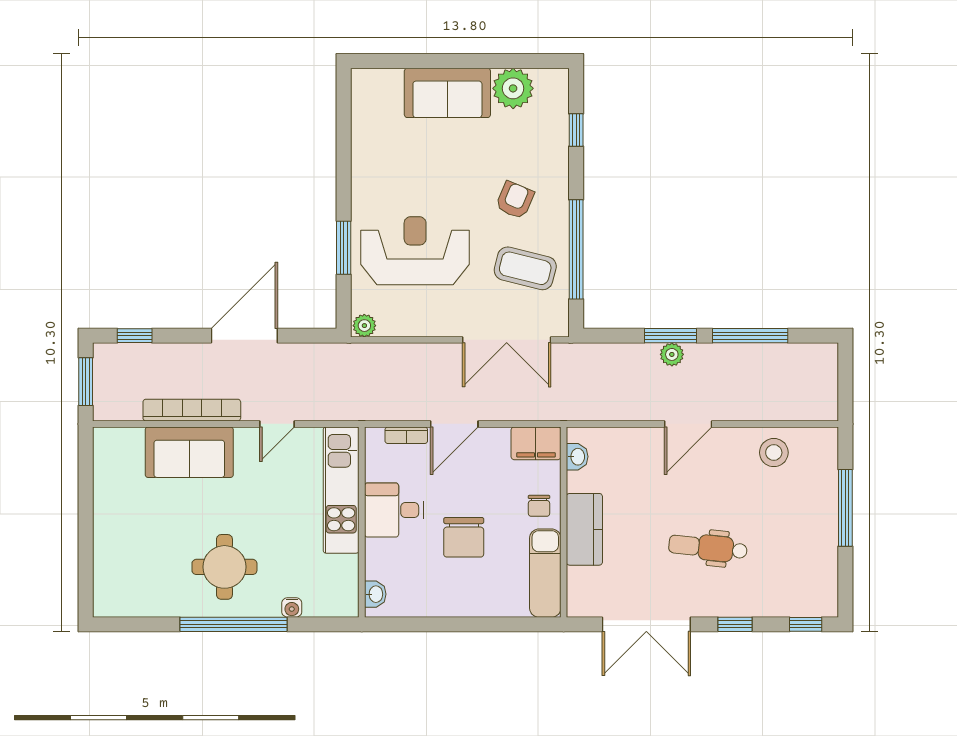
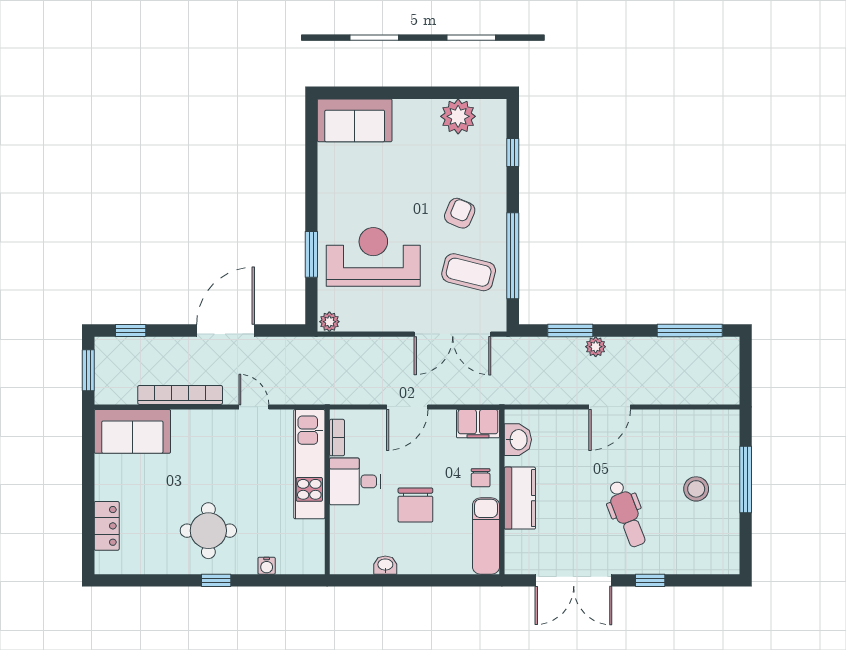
sofa: (447, 93) -> (355, 120), moved
window: (671, 336) -> (570, 331), moved
window: (750, 336) -> (690, 331), moved
door: (277, 424) -> (254, 407), swing flipped
bookcase: (406, 435) -> (337, 438), moved, turned -90
sofa: (189, 452) -> (132, 431), moved
stool: (774, 453) -> (696, 489), moved
washbasin: (577, 457) -> (518, 440), width x1.38, depth x1.45
dental chair: (708, 548) -> (627, 514), turned -117
locker: (107, 561) -> (107, 526), added
washbasin: (375, 594) -> (385, 565), moved, turned -90
window: (233, 624) -> (216, 580), width x0.32
window: (806, 624) -> (711, 580), removed

